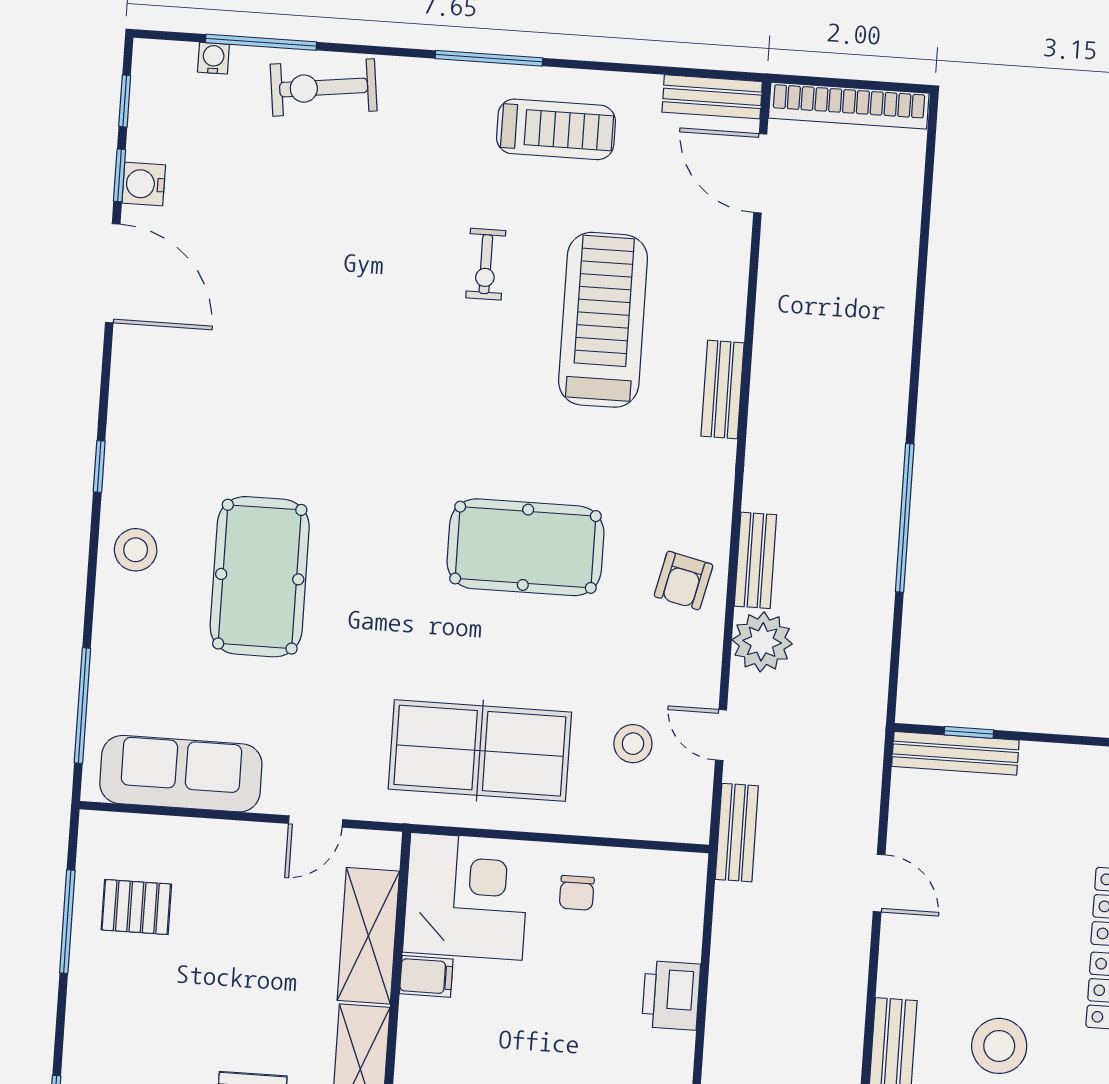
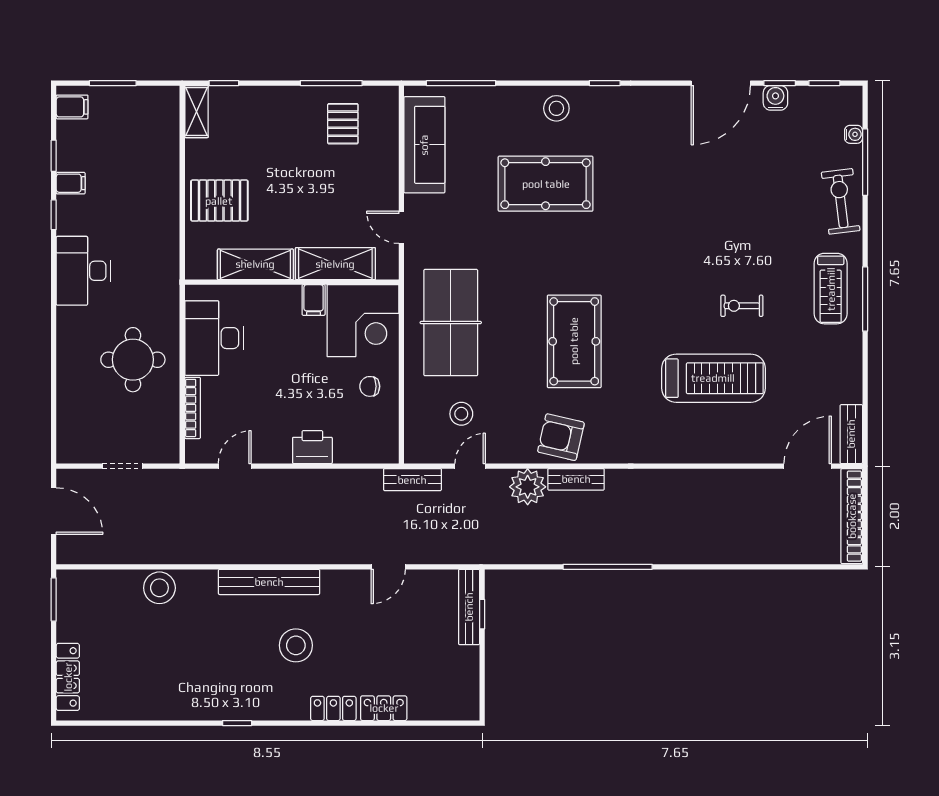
treadmill: (556, 129) -> (831, 289), moved
bench: (722, 389) -> (677, 453), removed
armchair: (683, 580) -> (561, 437), width x1.38, depth x1.38

